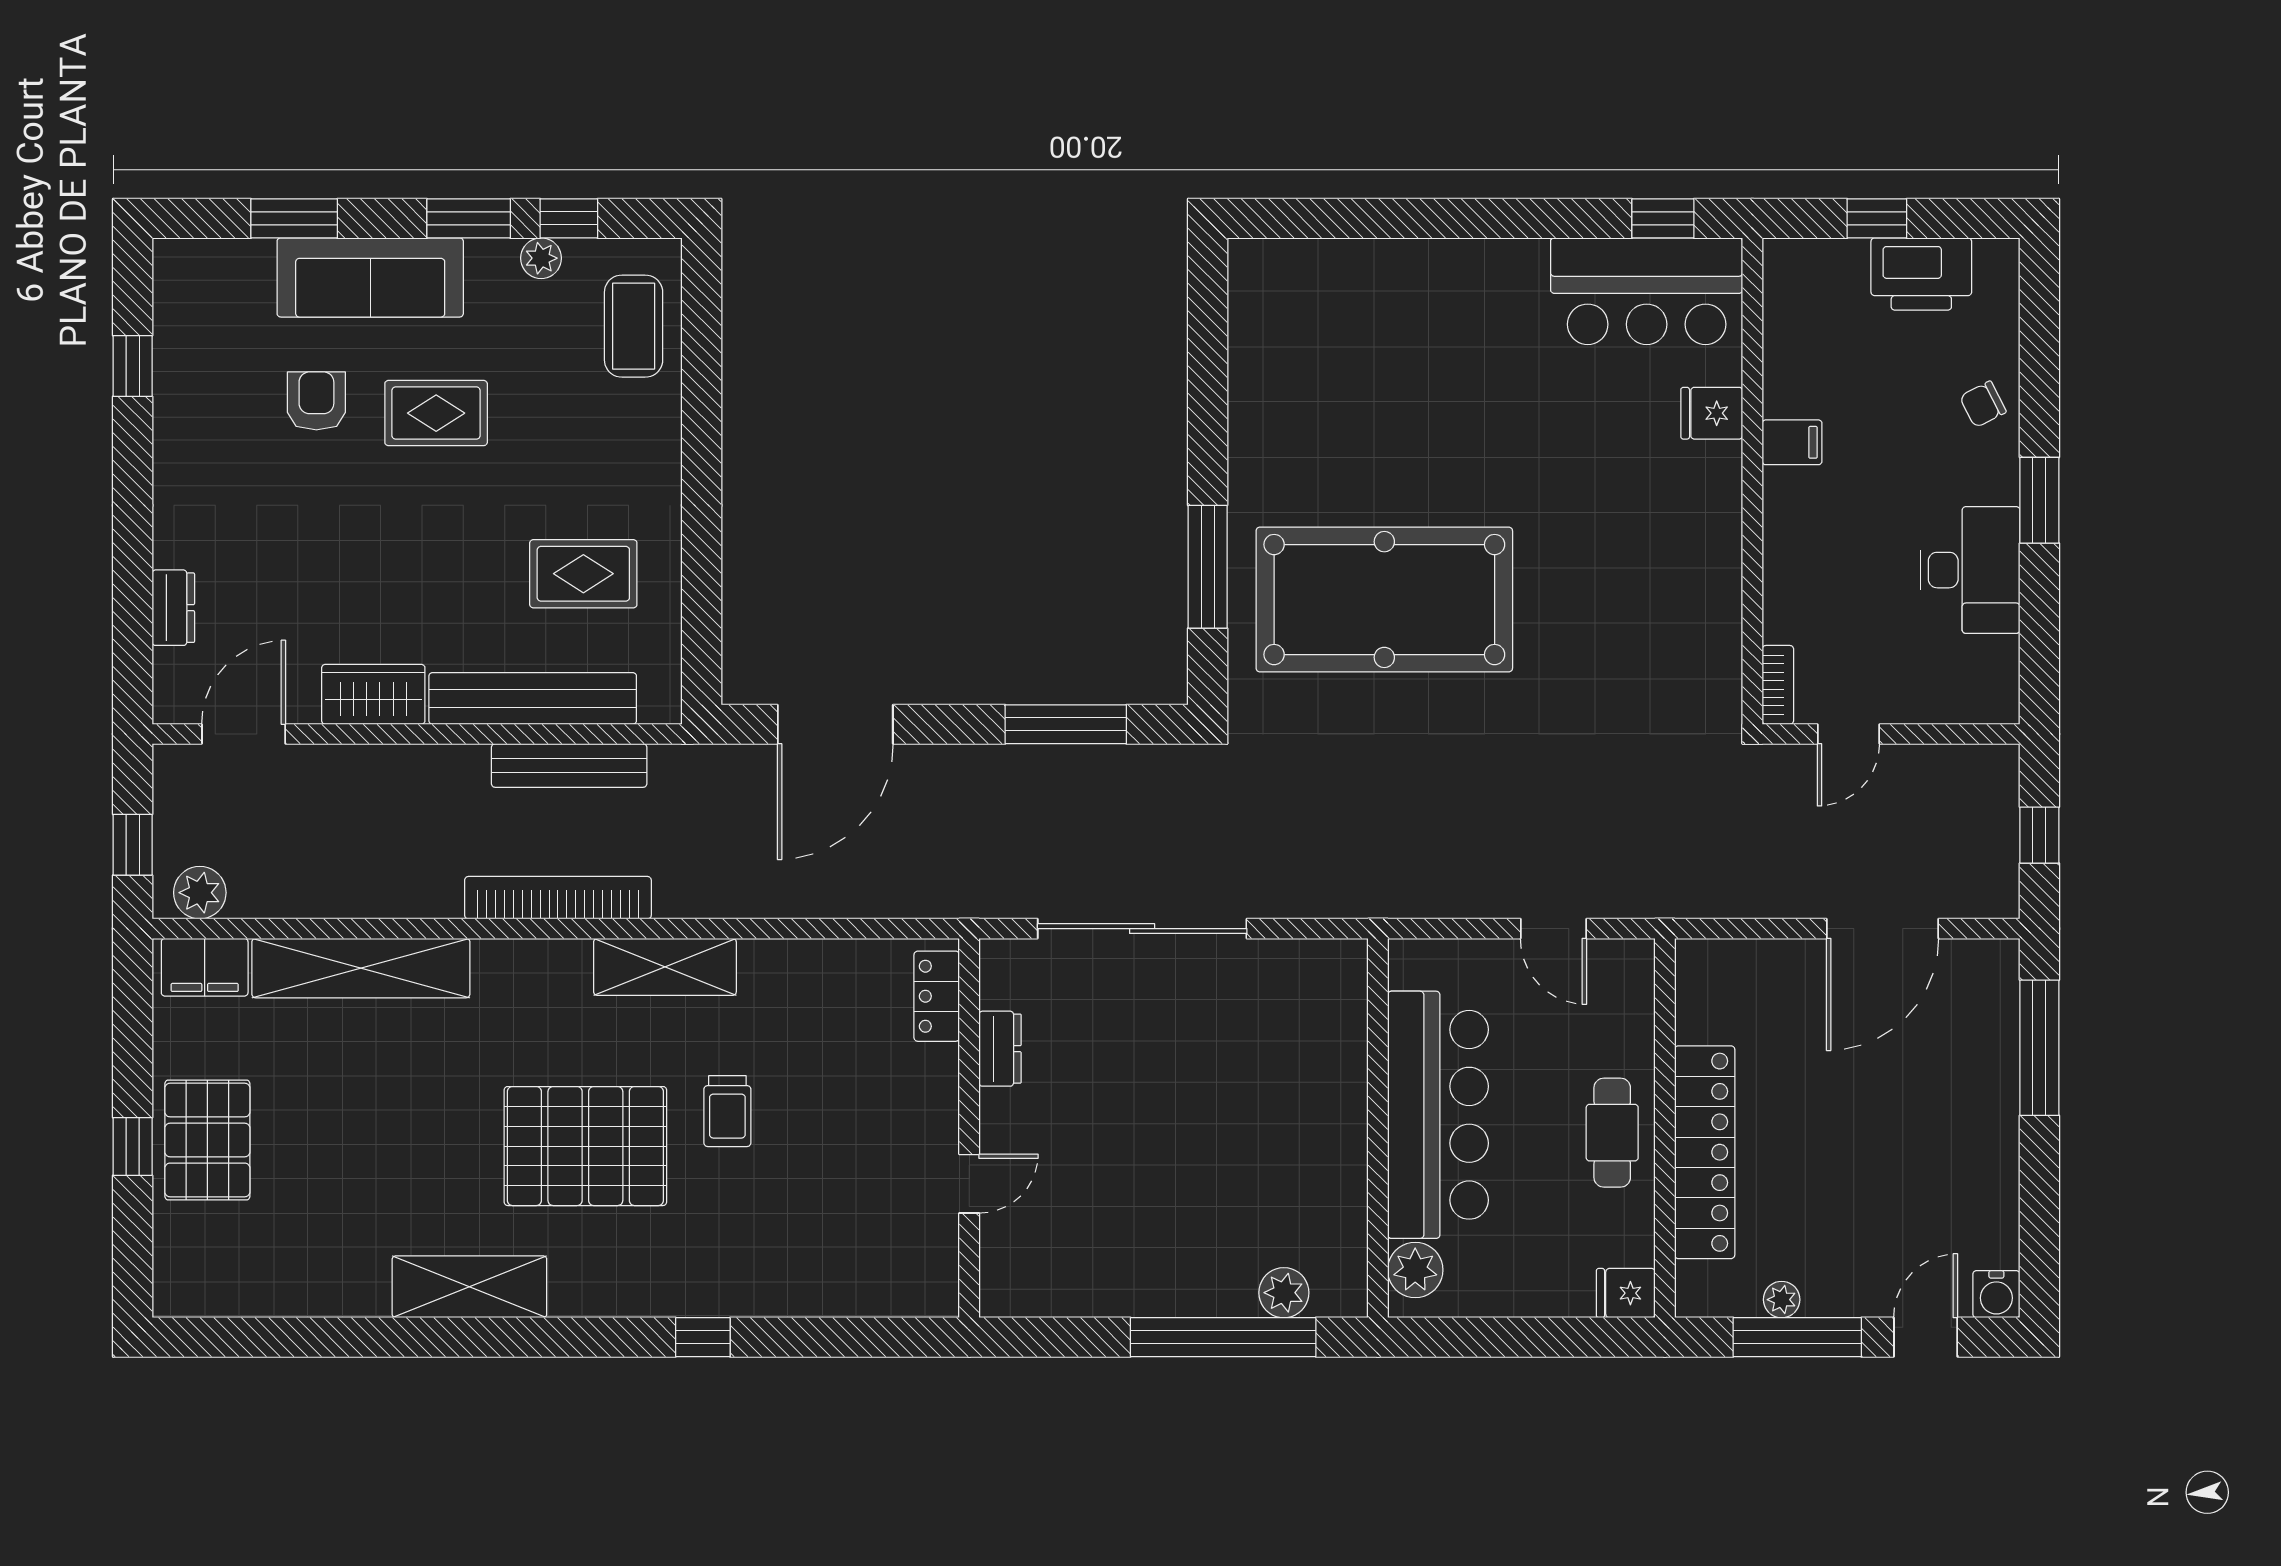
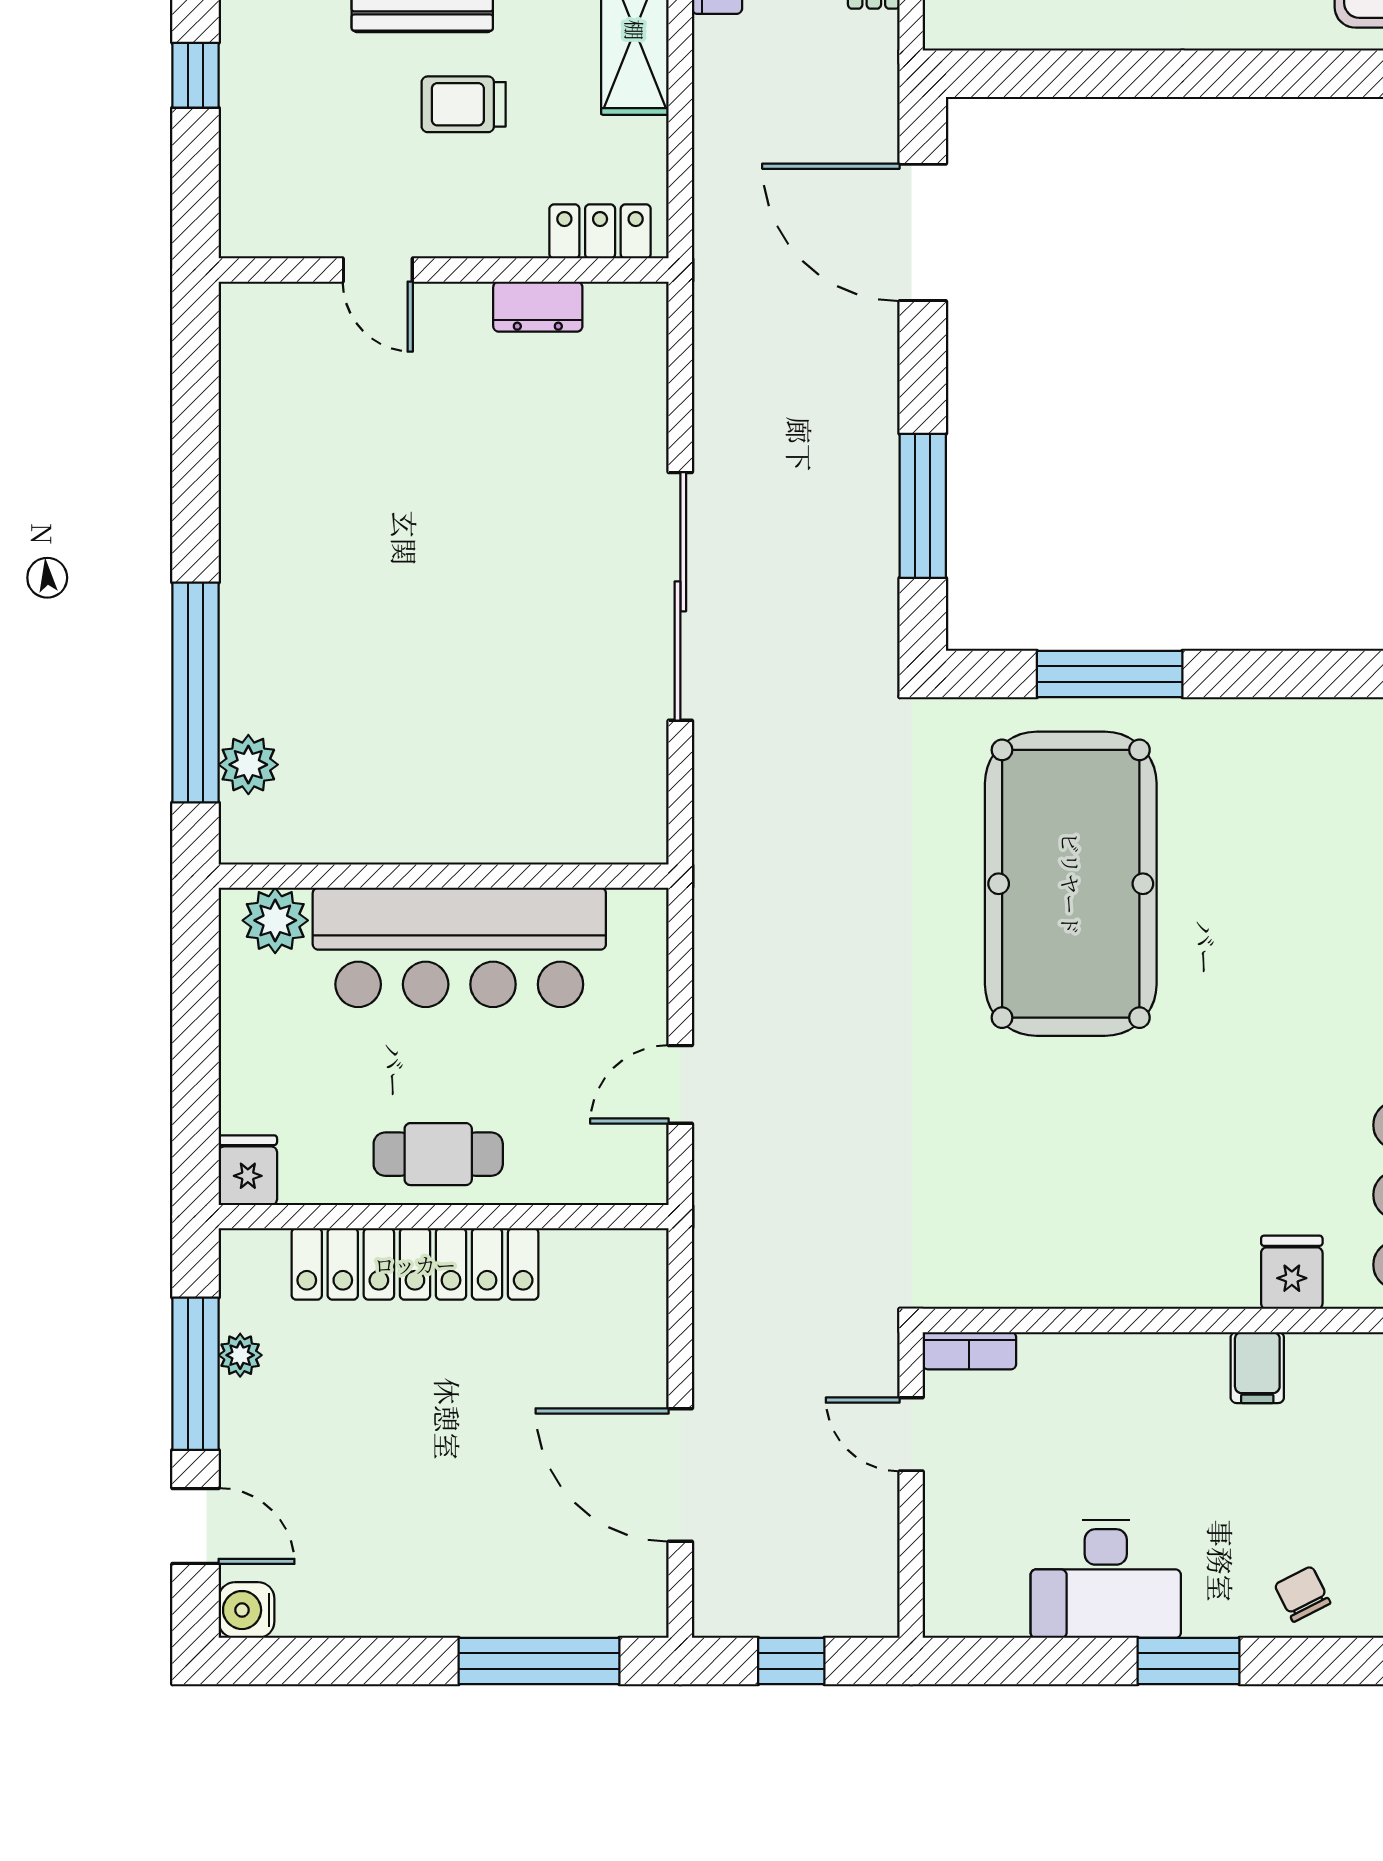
locker: (937, 996) -> (600, 231), moved
dresser: (1000, 1049) -> (538, 307), moved
wall: (969, 1128) -> (444, 270), moved
door: (969, 1184) -> (378, 270), moved

